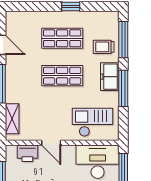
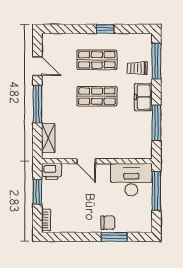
window: (123, 88) -> (156, 123), moved
checkout: (92, 122) -> (126, 141), removed
printer: (27, 153) -> (52, 172), moved

